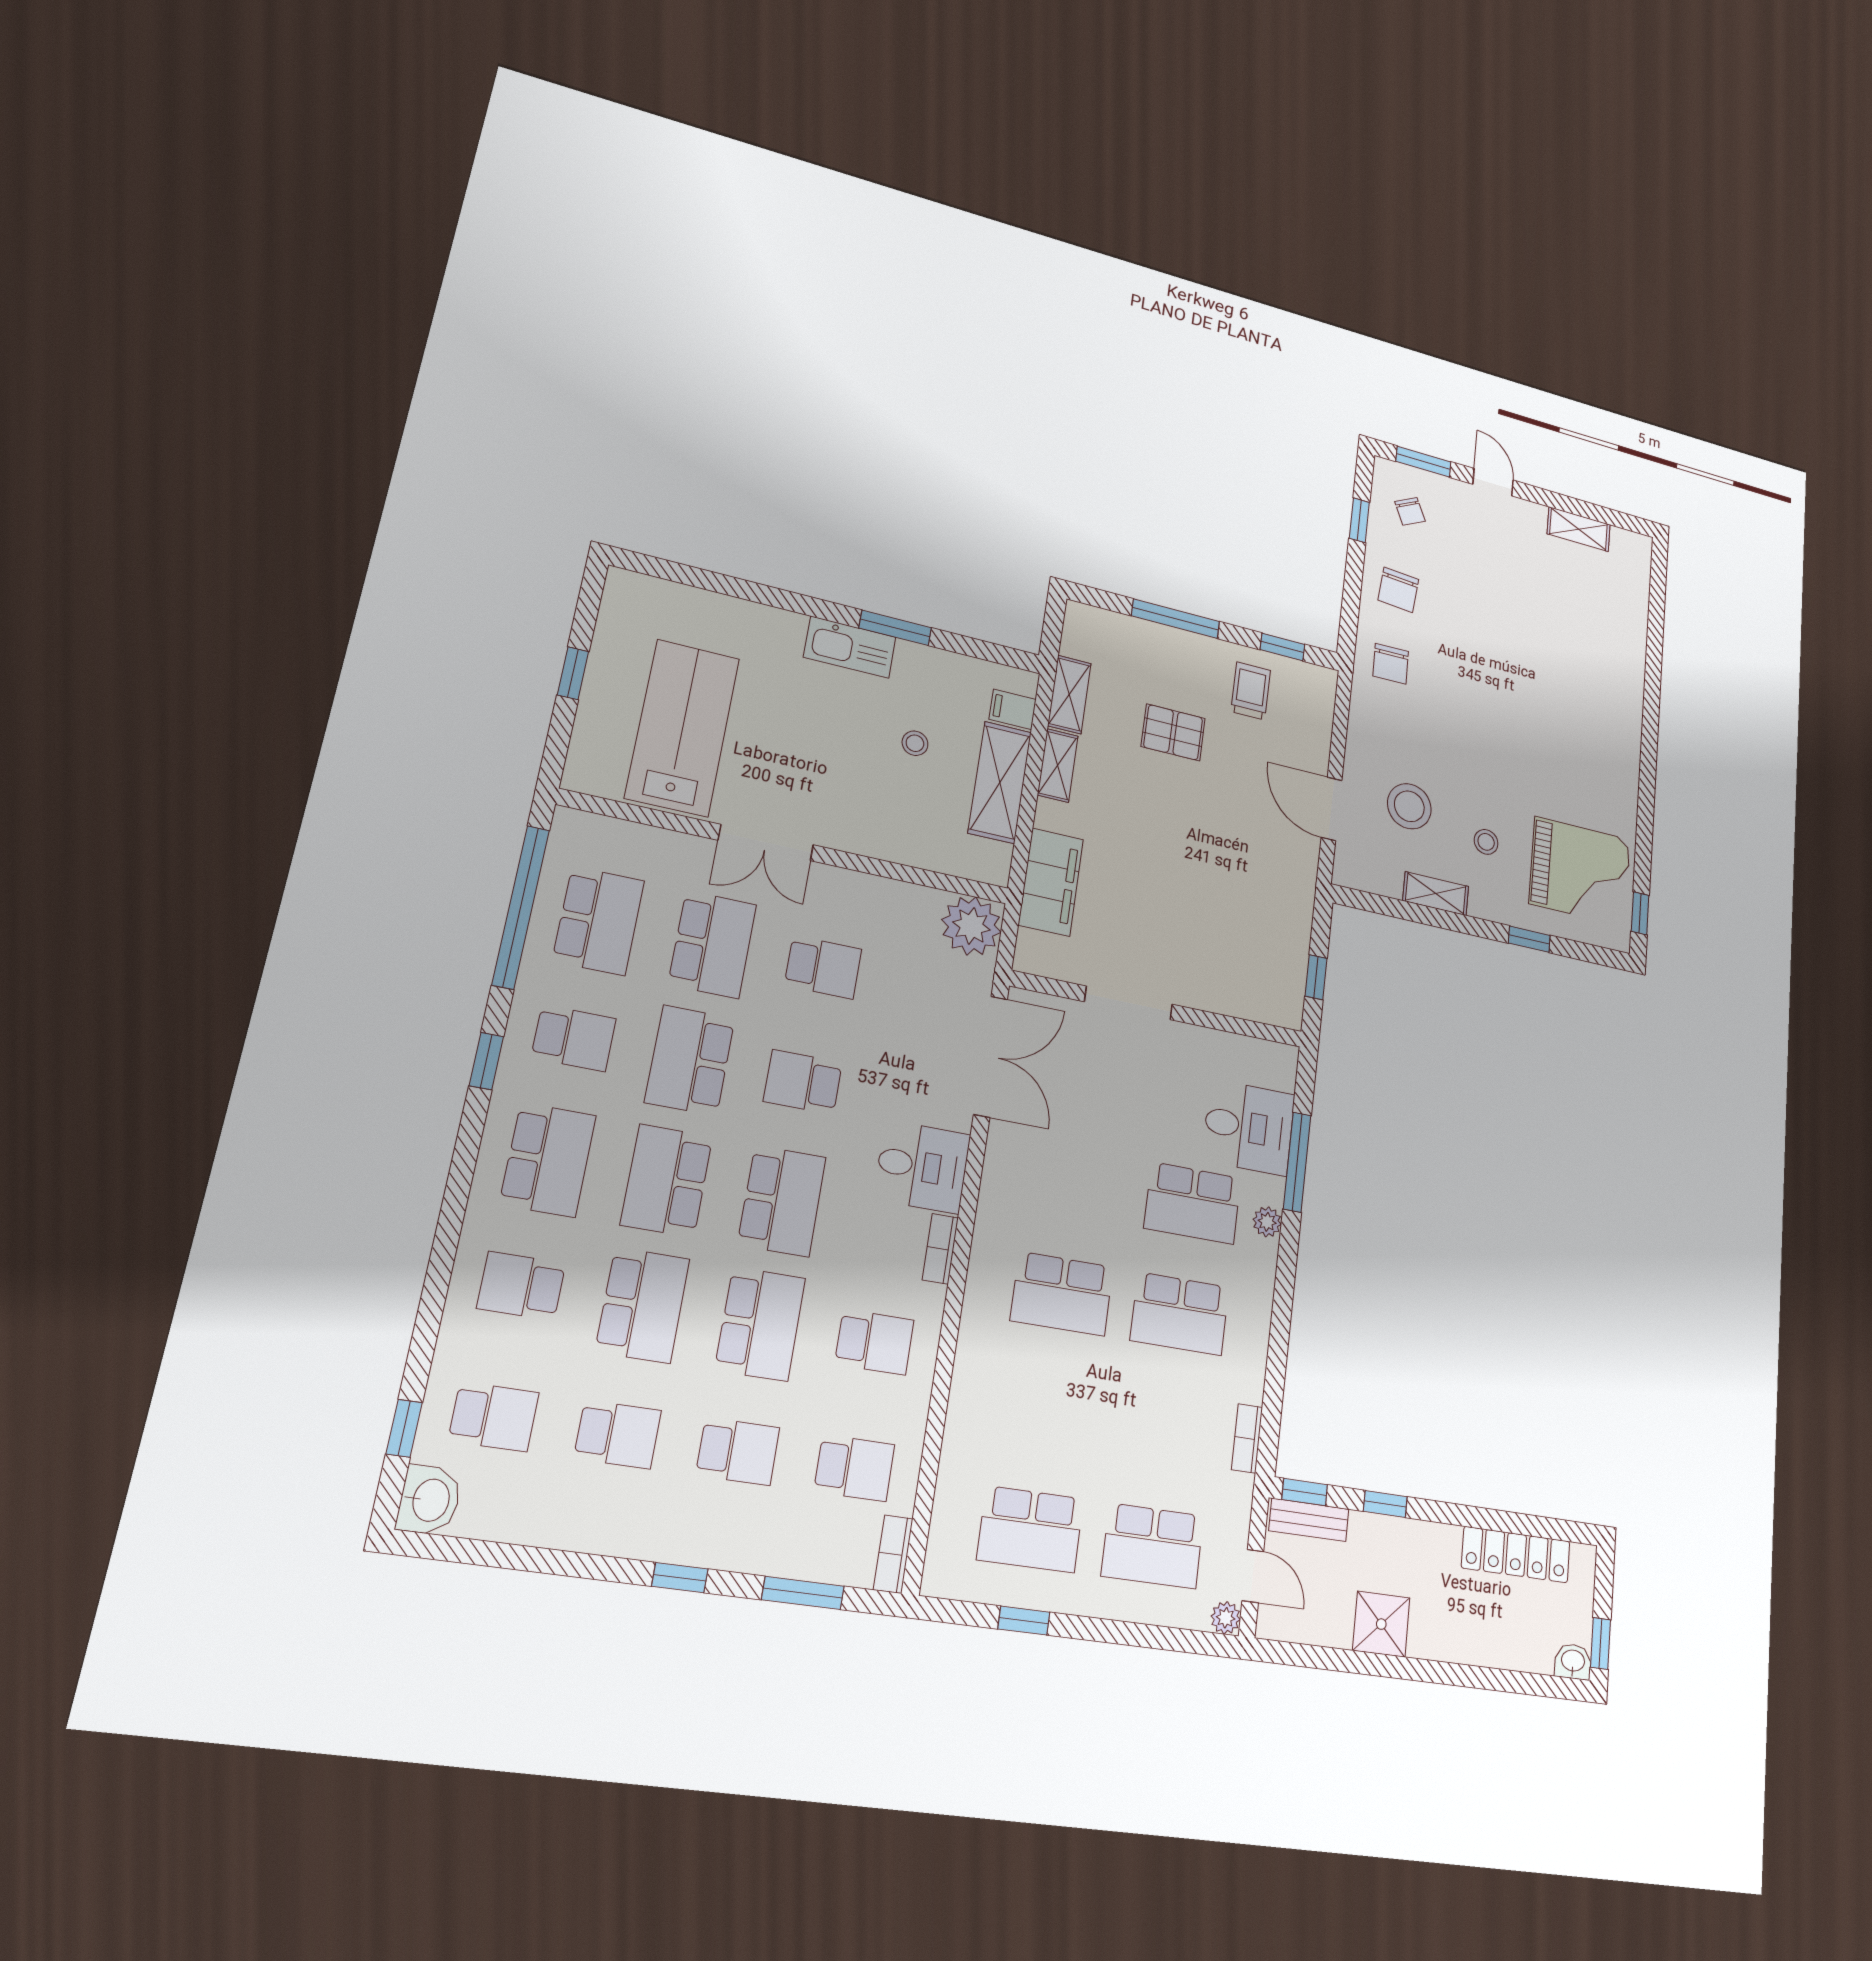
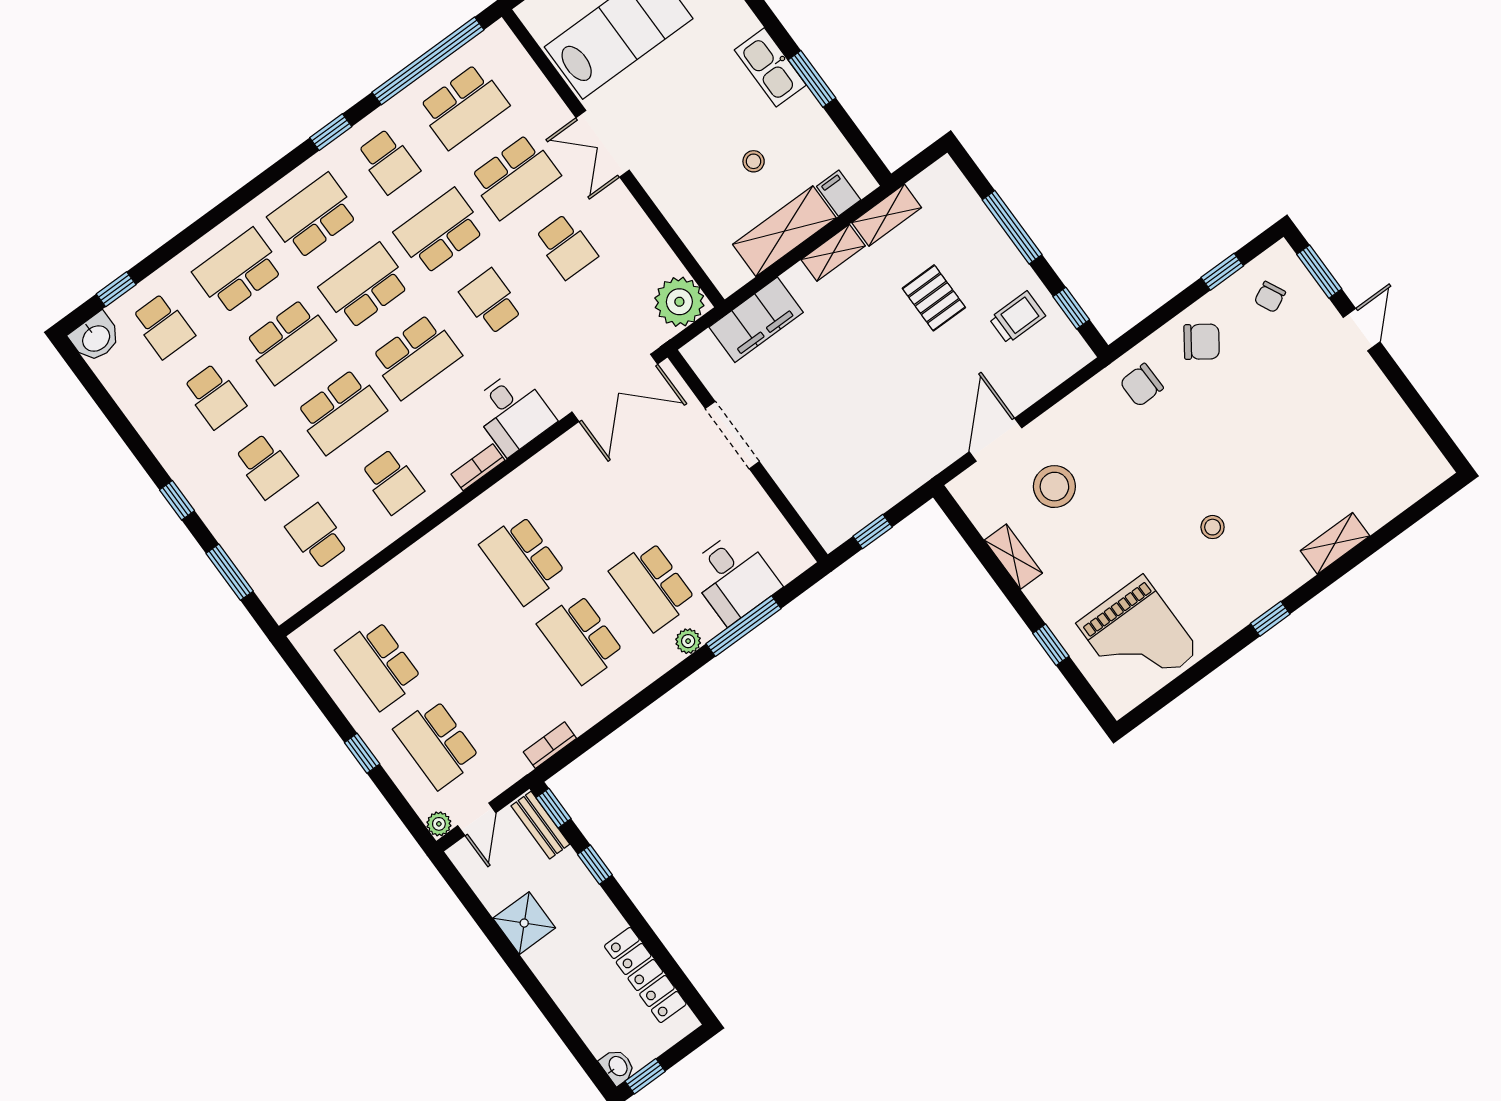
shelving: (1579, 529) -> (1335, 543), moved, turned 90
chair: (1398, 590) -> (1202, 342), turned -150
stool: (1486, 842) -> (1213, 527), moved
window: (1640, 913) -> (1270, 619), moved
school desk: (548, 1160) -> (313, 216), turned 180
school desk: (521, 1286) -> (238, 271), width x1.85
school desk: (854, 1468) -> (317, 536), turned 180
bookcase: (893, 1554) -> (294, 601), removed
window: (1024, 1621) -> (362, 753), moved

